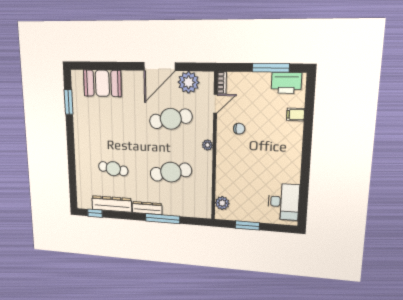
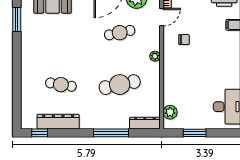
cafe table: (171, 119) -> (120, 33), width x0.73, depth x0.74
dresser: (147, 208) -> (145, 123), moved

